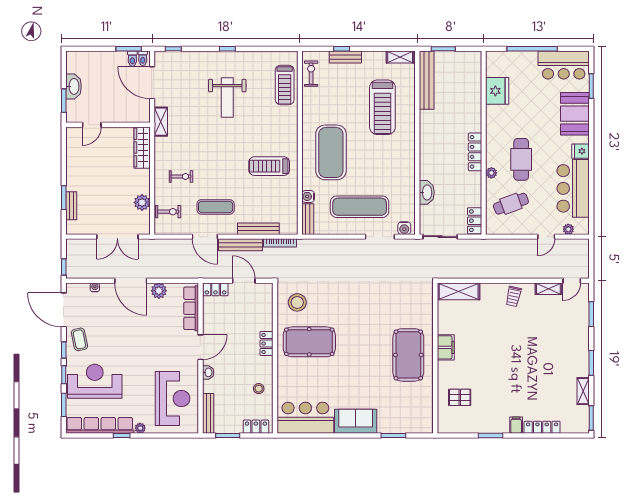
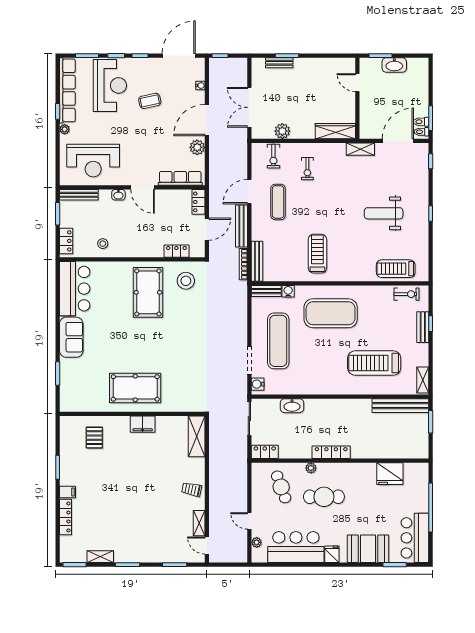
bench: (258, 229) -> (257, 261), moved
coffee table: (79, 339) -> (150, 101), moved
locker: (267, 343) -> (176, 251), moved

